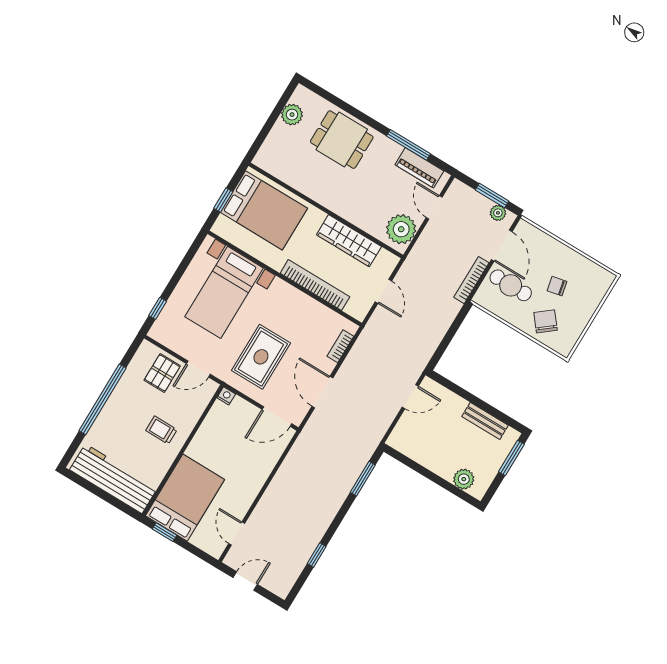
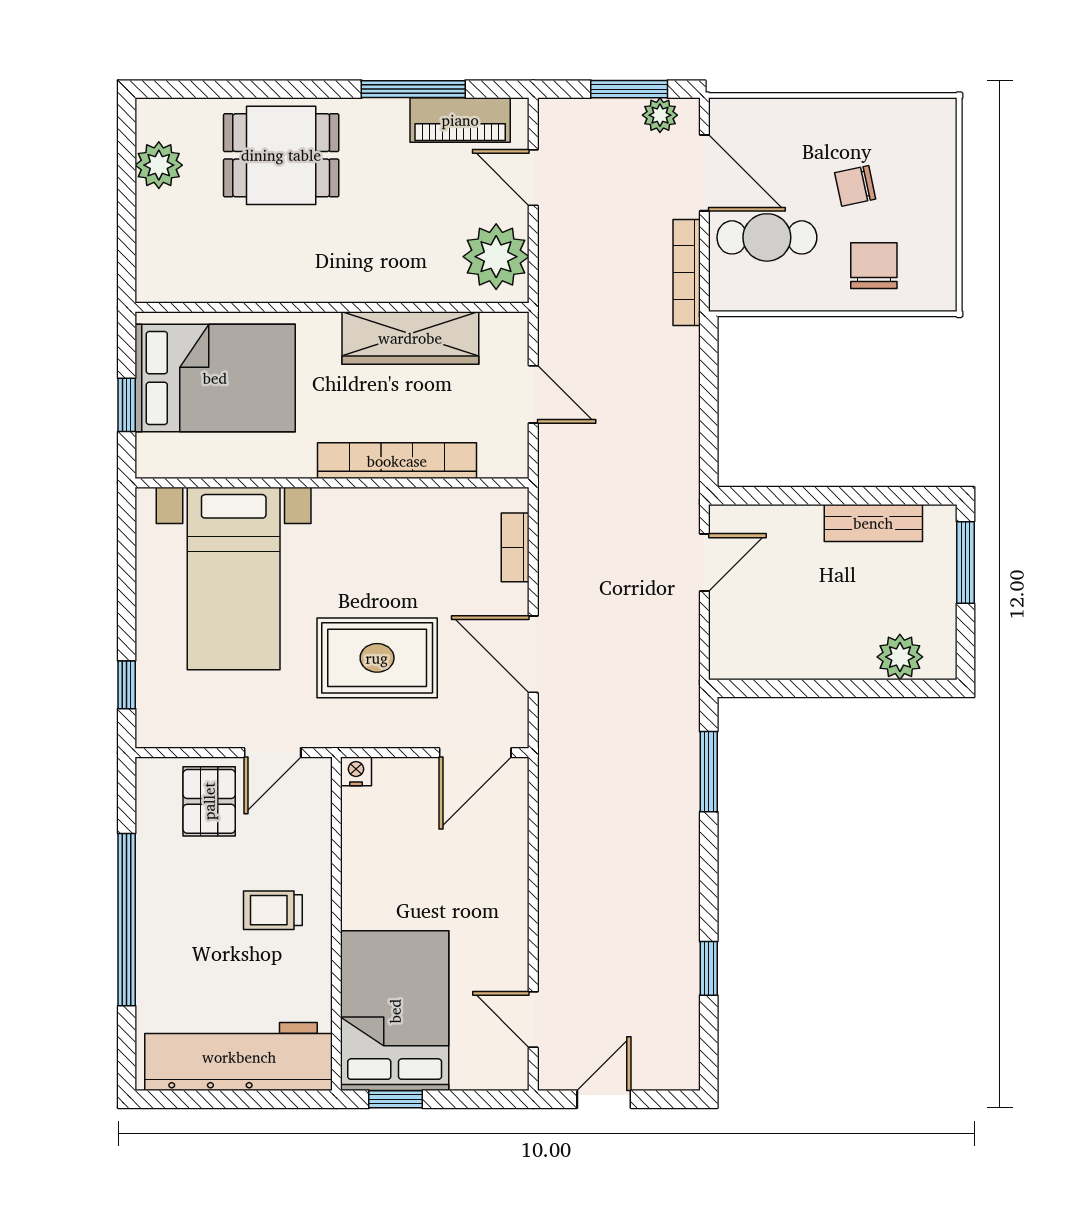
chair: (546, 321) -> (874, 266), turned 39
rug: (261, 357) -> (377, 658), turned 90

